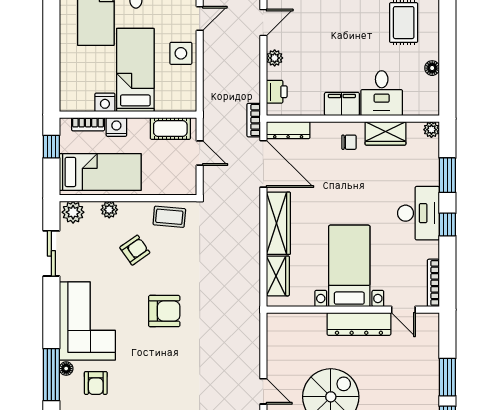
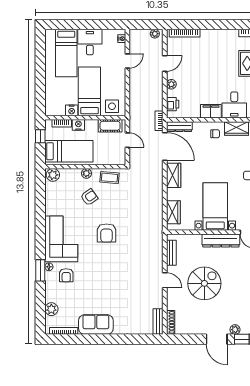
side table: (181, 53) -> (112, 106), moved
plant: (109, 210) -> (86, 173), moved
wardrobe: (278, 223) -> (174, 175), width x0.67
sliding door: (51, 253) -> (40, 199), removed
armchair: (164, 311) -> (106, 233), turned 90
bench: (275, 345) -> (171, 253), added
window: (51, 375) -> (40, 270), width x0.69

